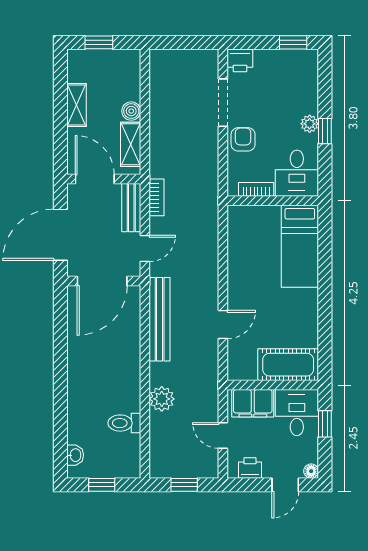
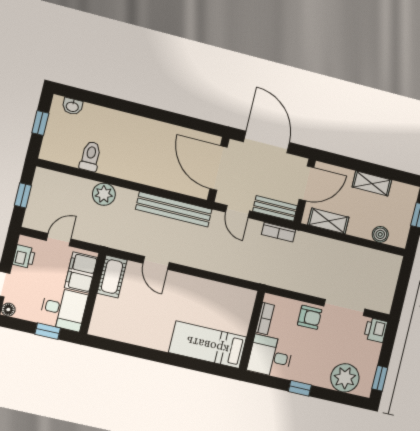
boiler: (131, 111) -> (380, 234), moved
plant: (310, 124) -> (345, 378), moved, width x1.87, depth x1.87
cot: (288, 365) -> (112, 277), moved, width x0.73, depth x0.75

